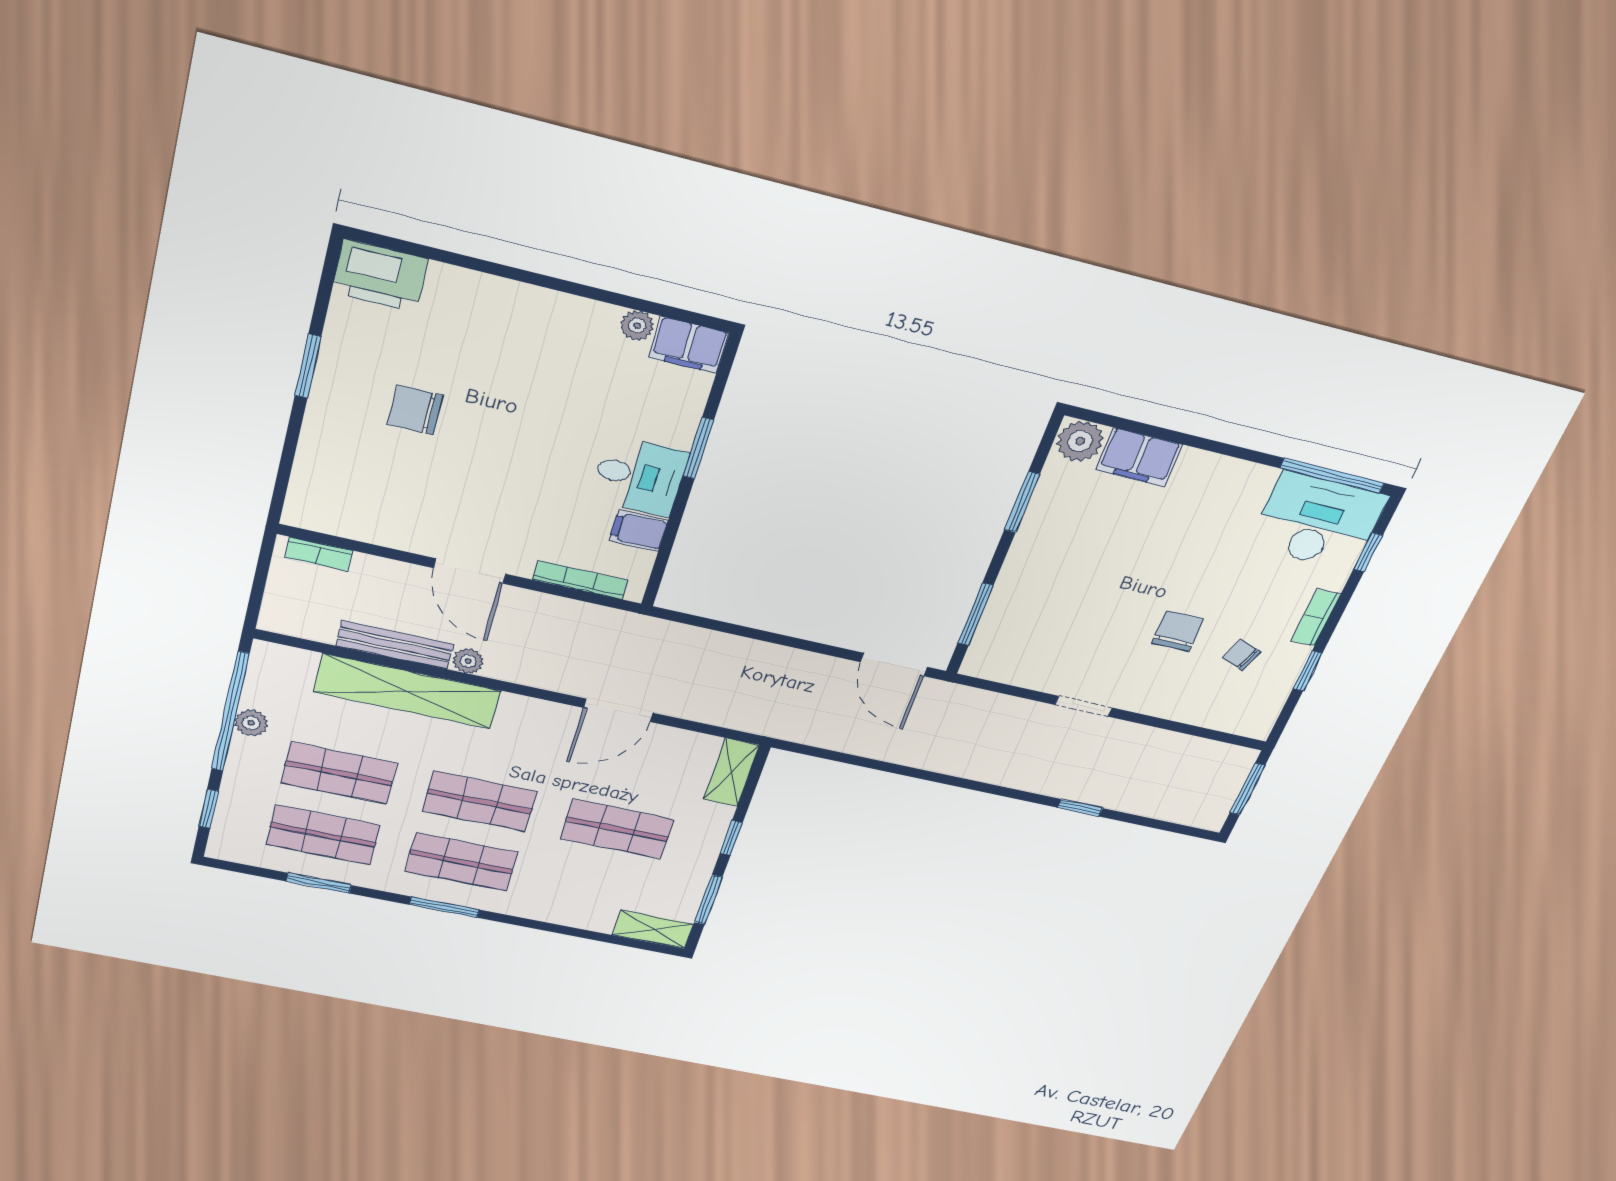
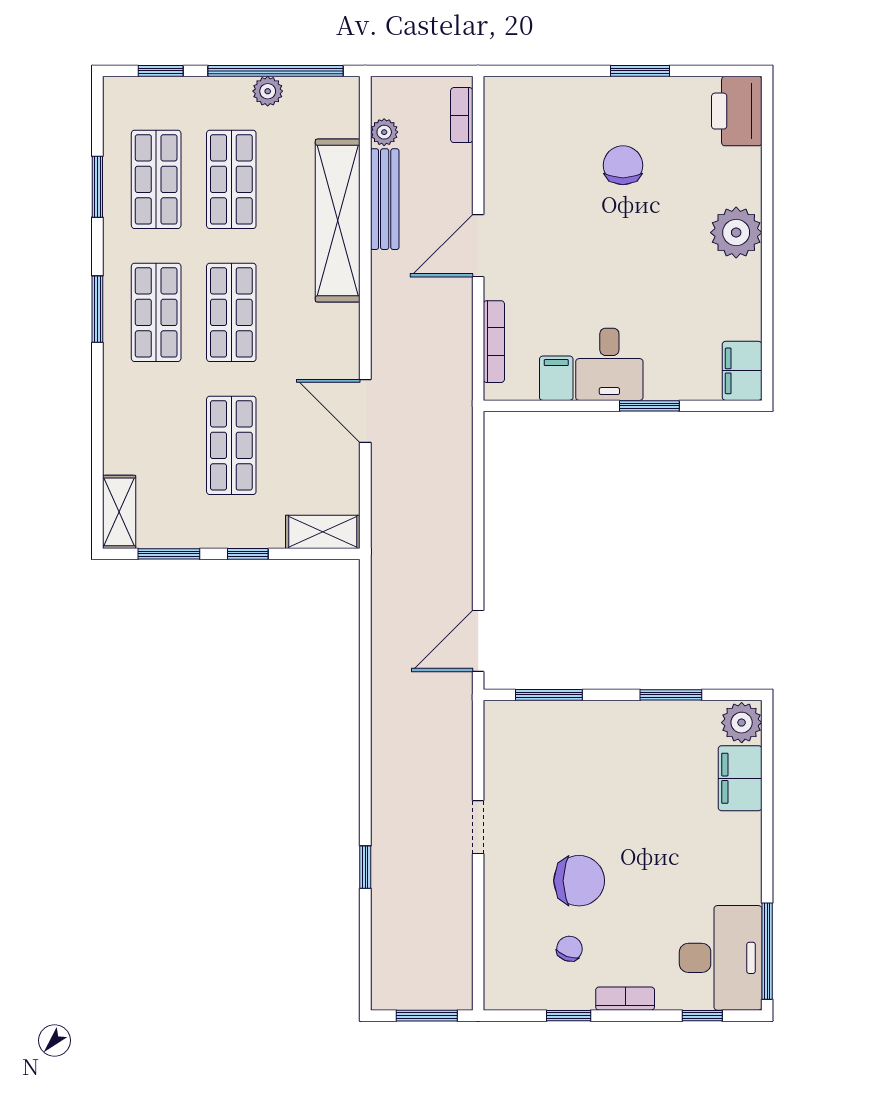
plant: (637, 326) -> (736, 233), moved, width x1.87, depth x1.87
chair: (1178, 631) -> (579, 881), width x1.37, depth x1.37
plant: (468, 661) -> (384, 132), moved

